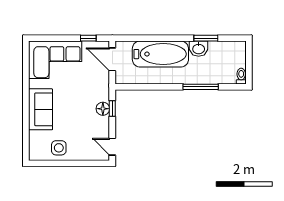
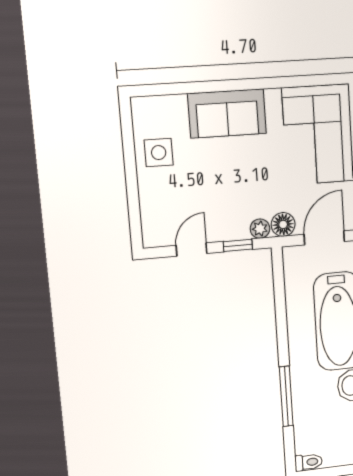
plant: (104, 96) -> (260, 229), added
floor lamp: (103, 109) -> (283, 224), moved
door: (112, 147) -> (192, 249), moved

